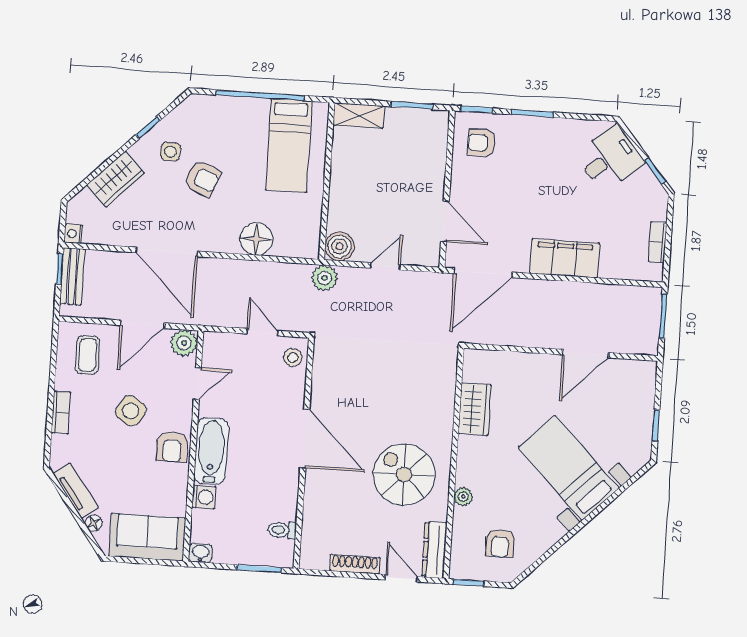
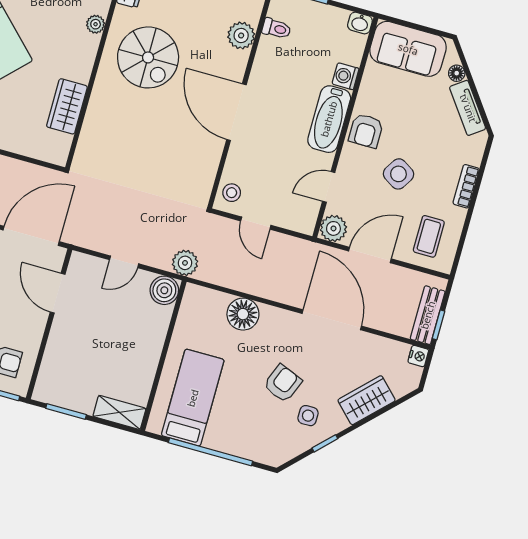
armchair: (202, 178) -> (283, 383), turned 88
armchair: (172, 447) -> (366, 131), turned 180
plant: (316, 516) -> (241, 35), added

